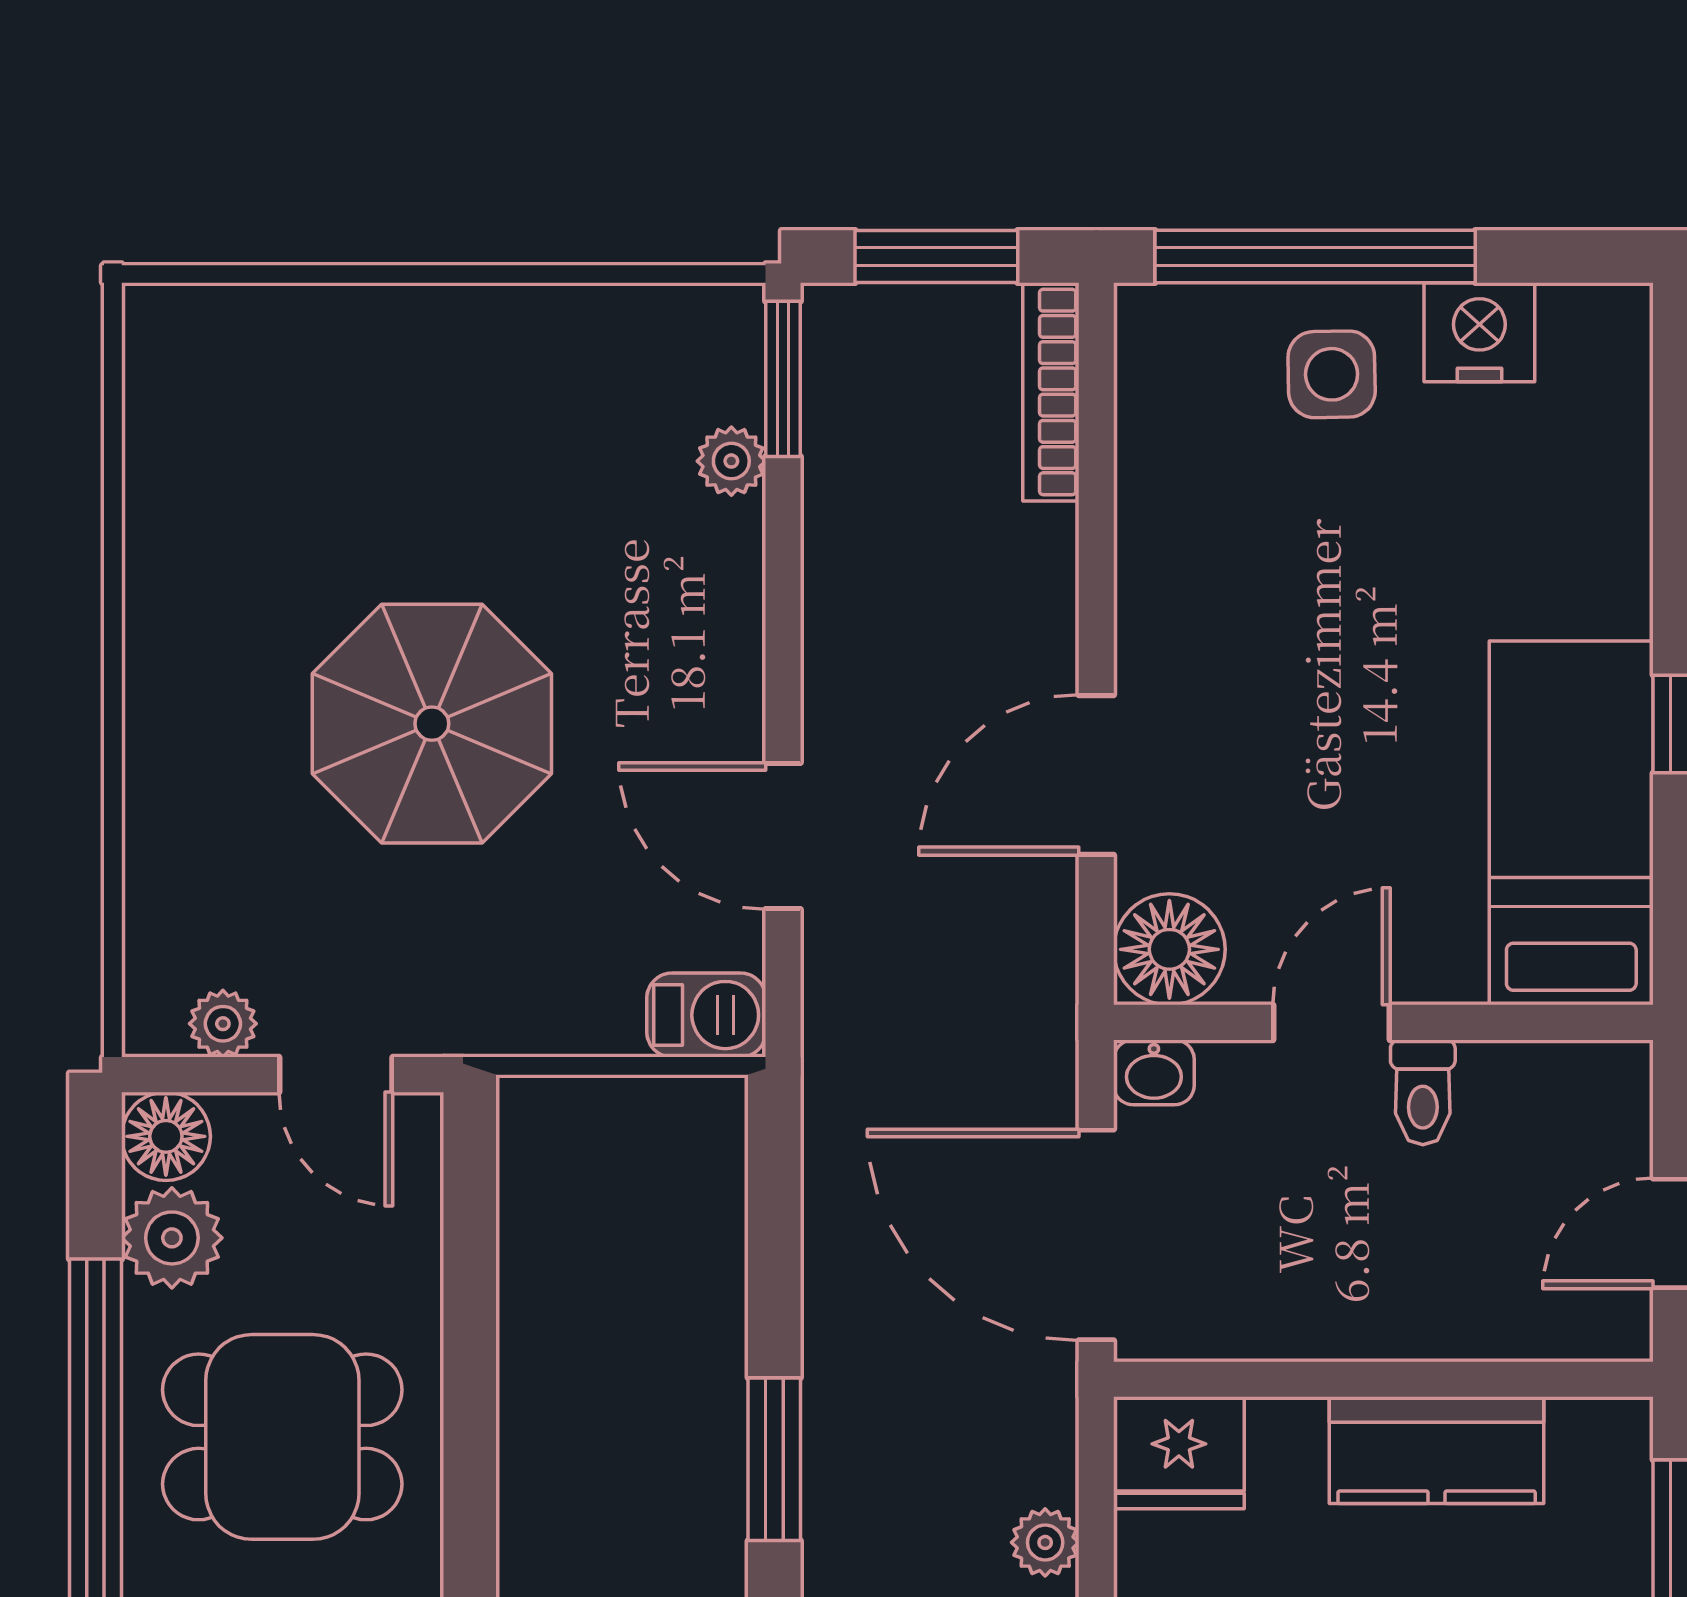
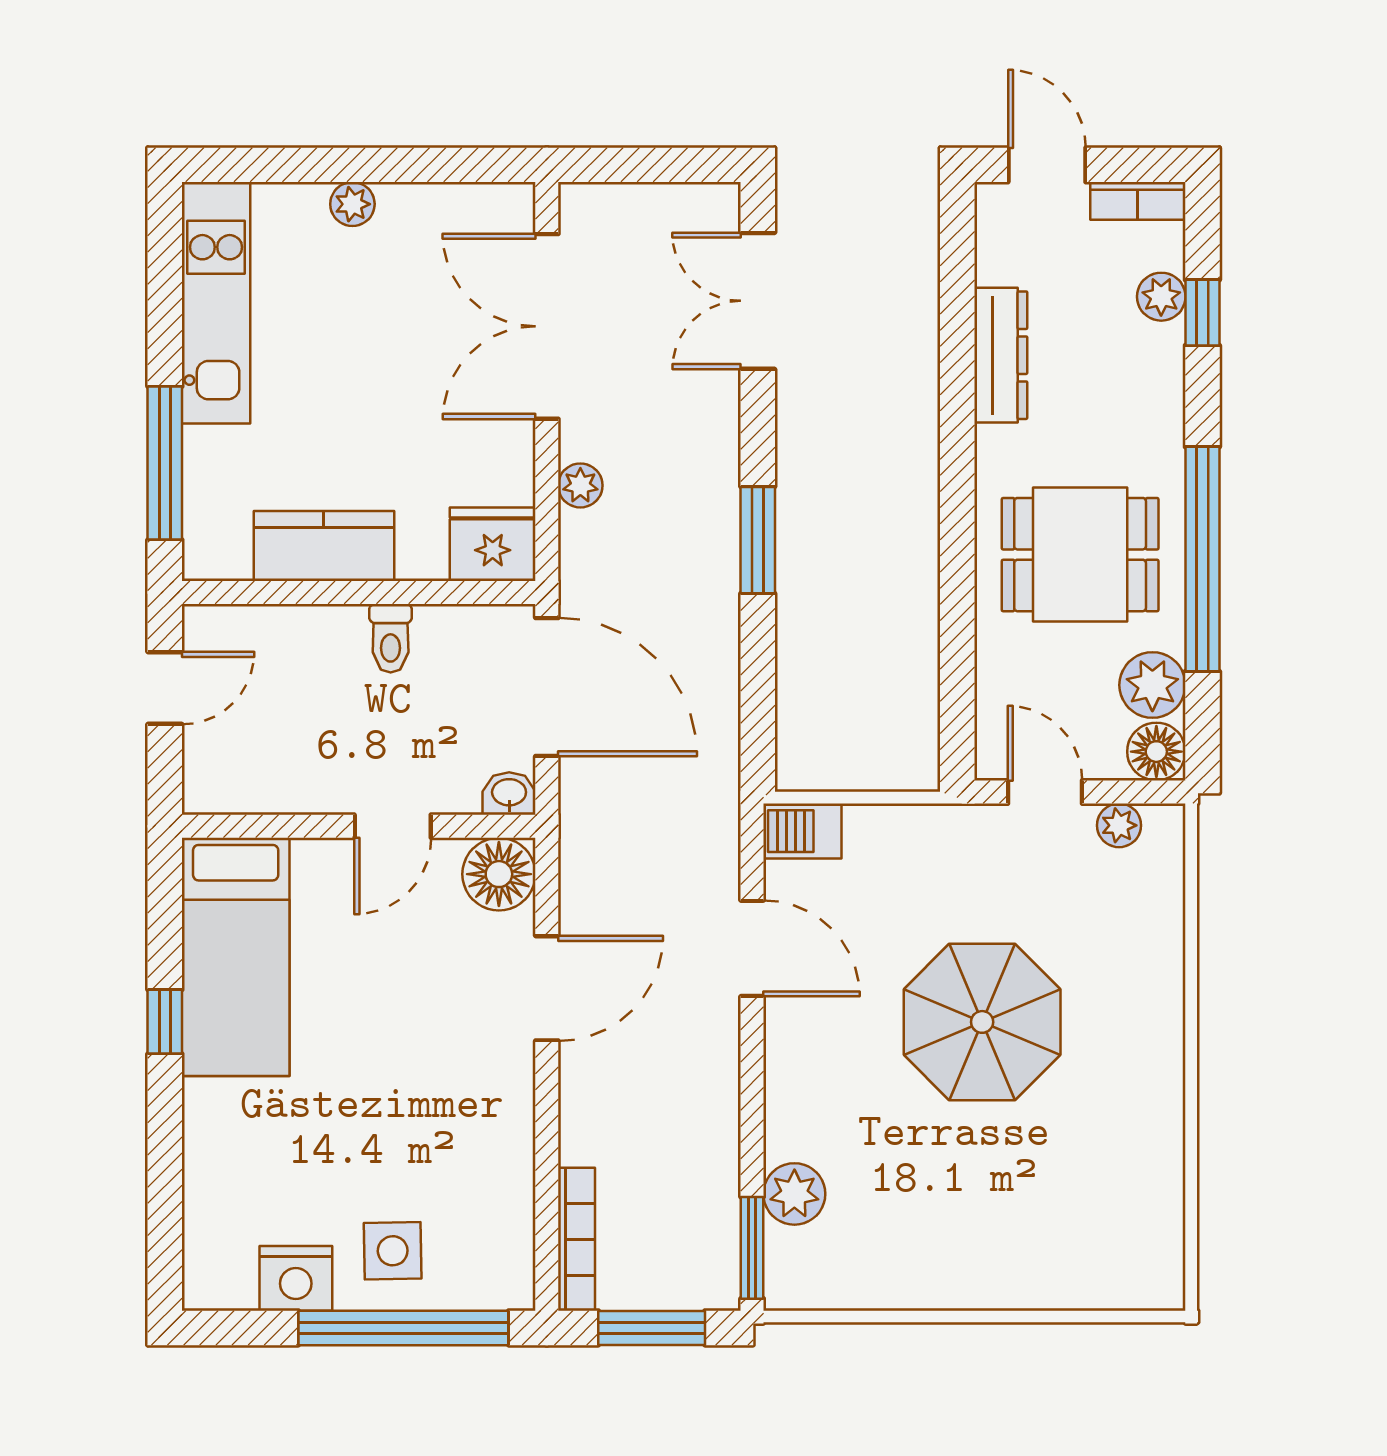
plant: (731, 461) -> (794, 1194), width x1.38, depth x1.38
toilet: (1423, 1092) -> (391, 638), moved, turned 180

